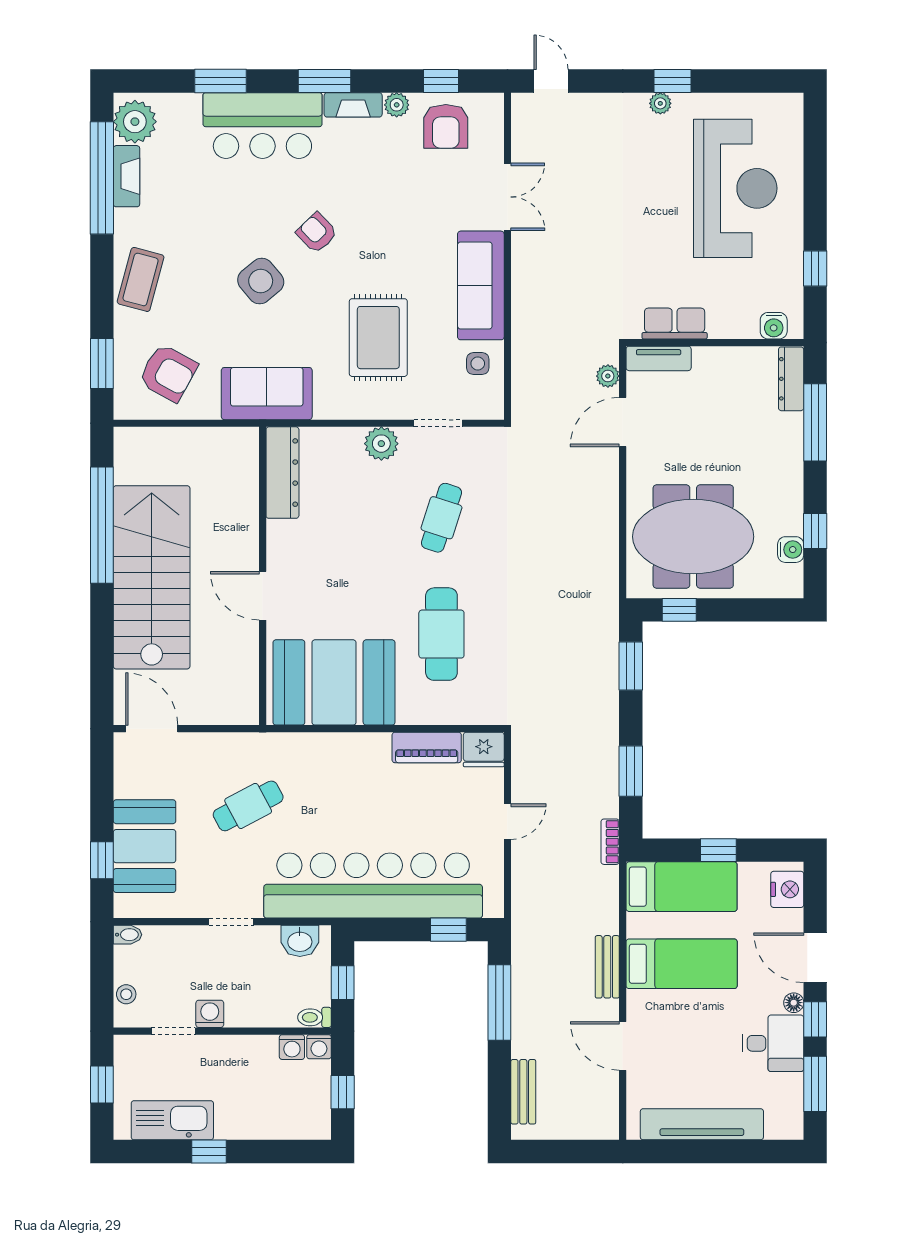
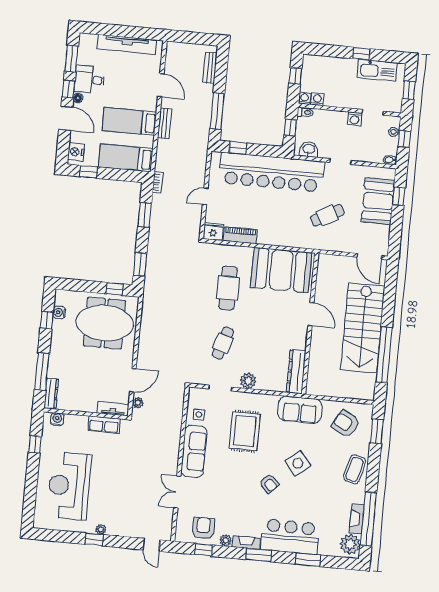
window: (718, 850) -> (89, 172), moved
window: (102, 982) -> (404, 139), added

